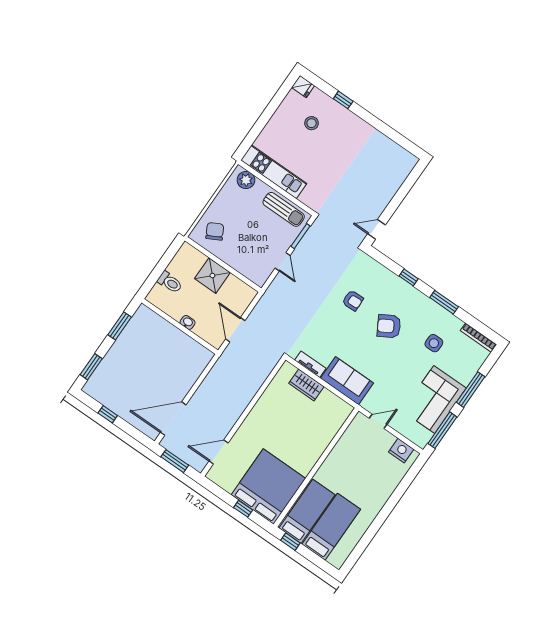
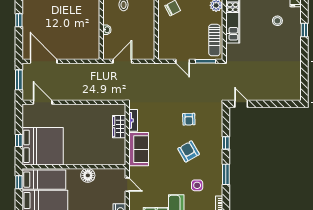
door: (283, 262) -> (183, 61), hinge flipped
shower: (212, 276) -> (145, 25), removed
floor lamp: (337, 459) -> (88, 175), added

